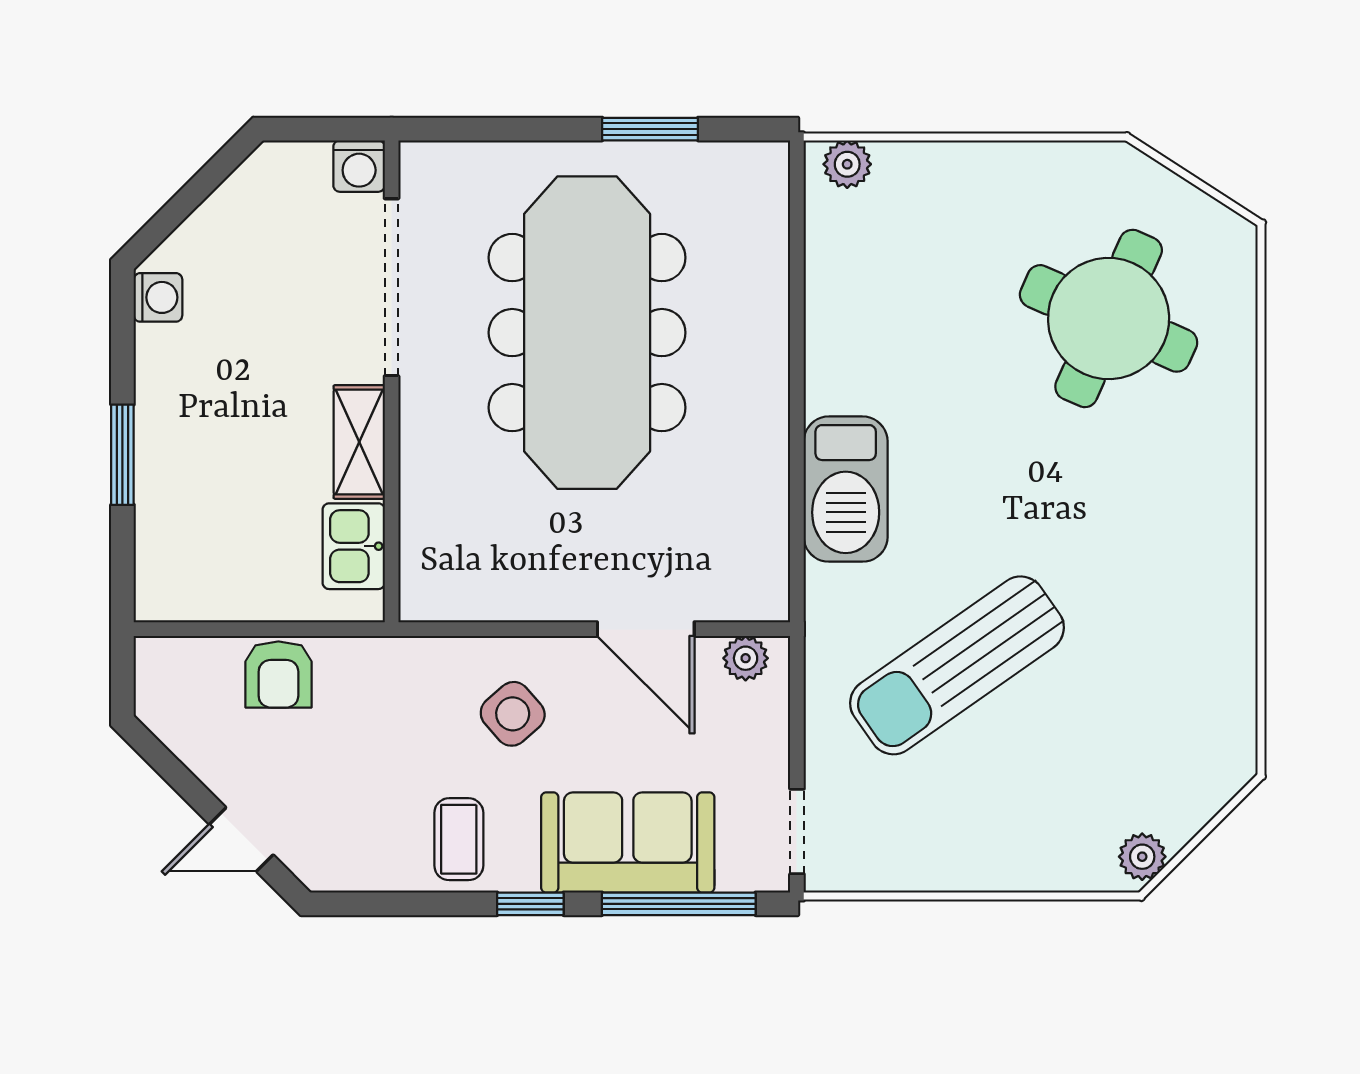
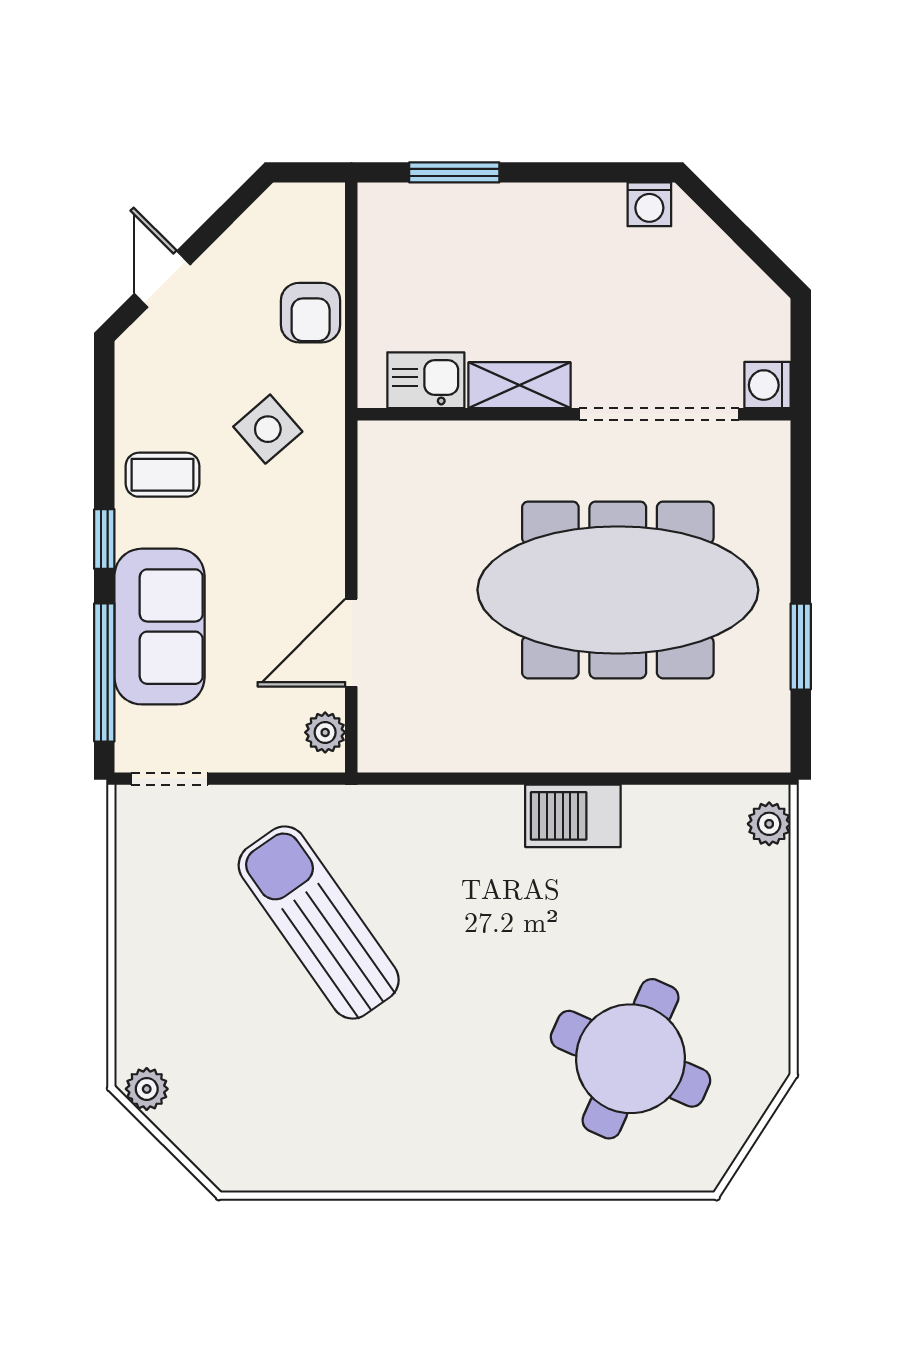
window: (122, 455) -> (454, 172), moved
barbecue: (846, 489) -> (573, 816), moved, width x0.73, depth x0.83
armchair: (278, 674) -> (311, 313), turned -90
side table: (513, 714) -> (268, 429), moved

